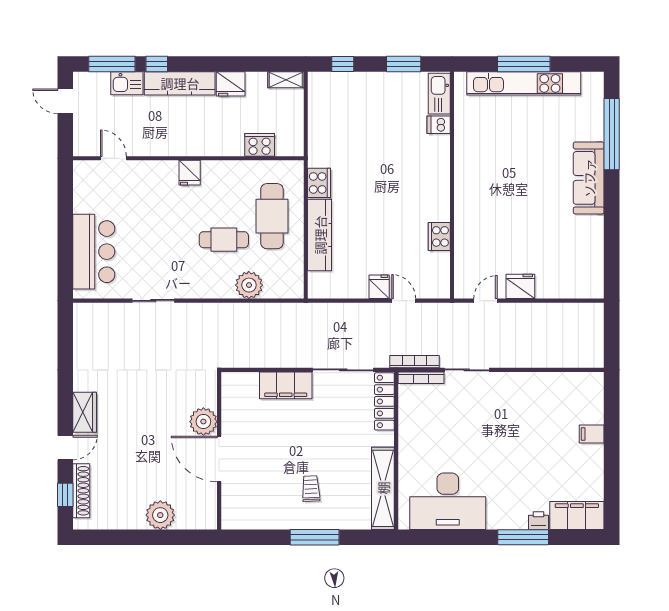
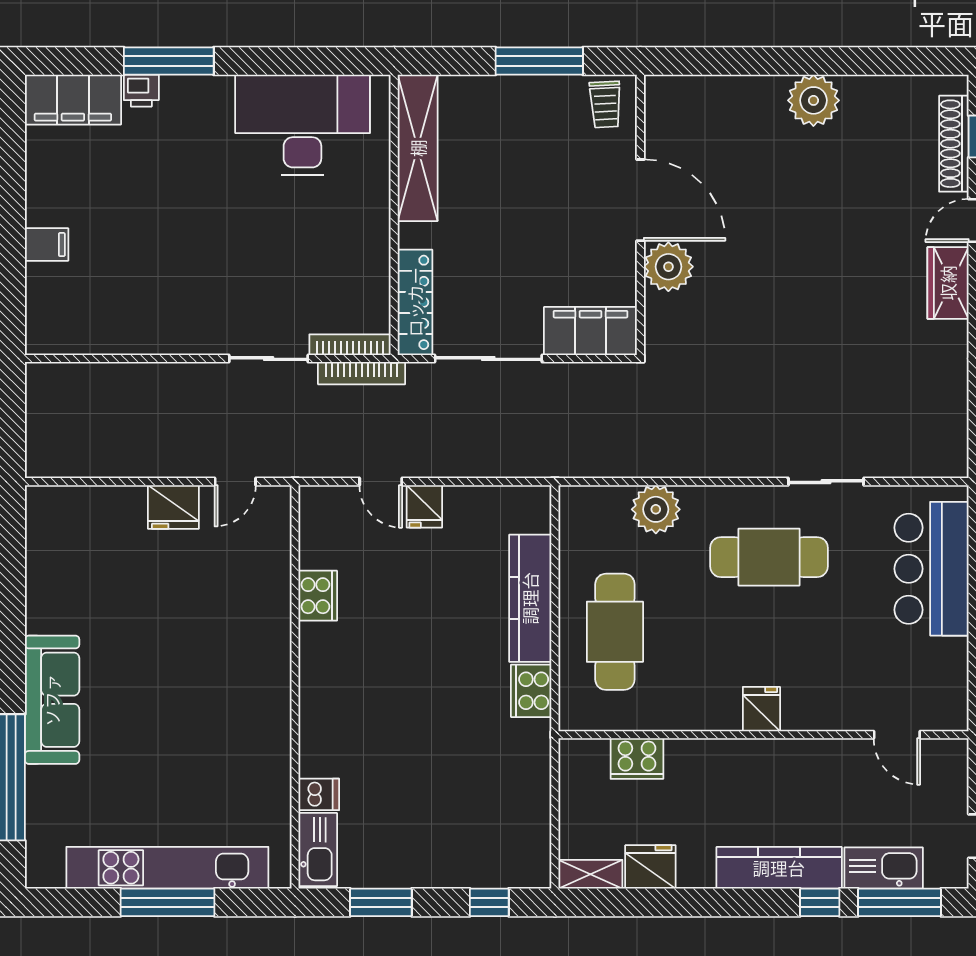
kitchen sink: (127, 83) -> (884, 868), width x1.38
fridge: (231, 84) -> (650, 867), moved
cafe table: (224, 240) -> (769, 557), moved, width x1.37, depth x1.35
plant: (203, 422) -> (668, 267), moved
wall: (219, 451) -> (640, 215), moved
door: (219, 459) -> (640, 200), moved
trolley: (311, 489) -> (605, 104), moved

